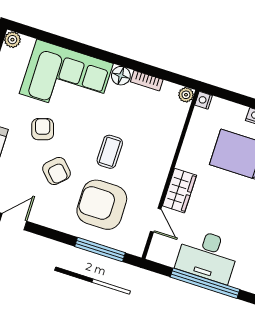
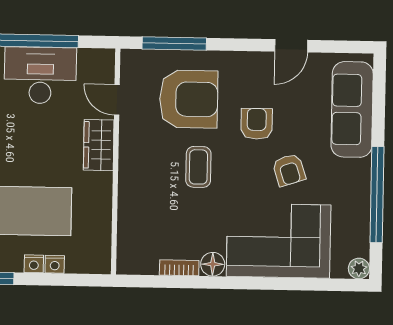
plant: (186, 95) -> (126, 265), removed
nightstand: (204, 100) -> (55, 264), moved, turned 90
armchair: (56, 171) -> (257, 124), turned 44

